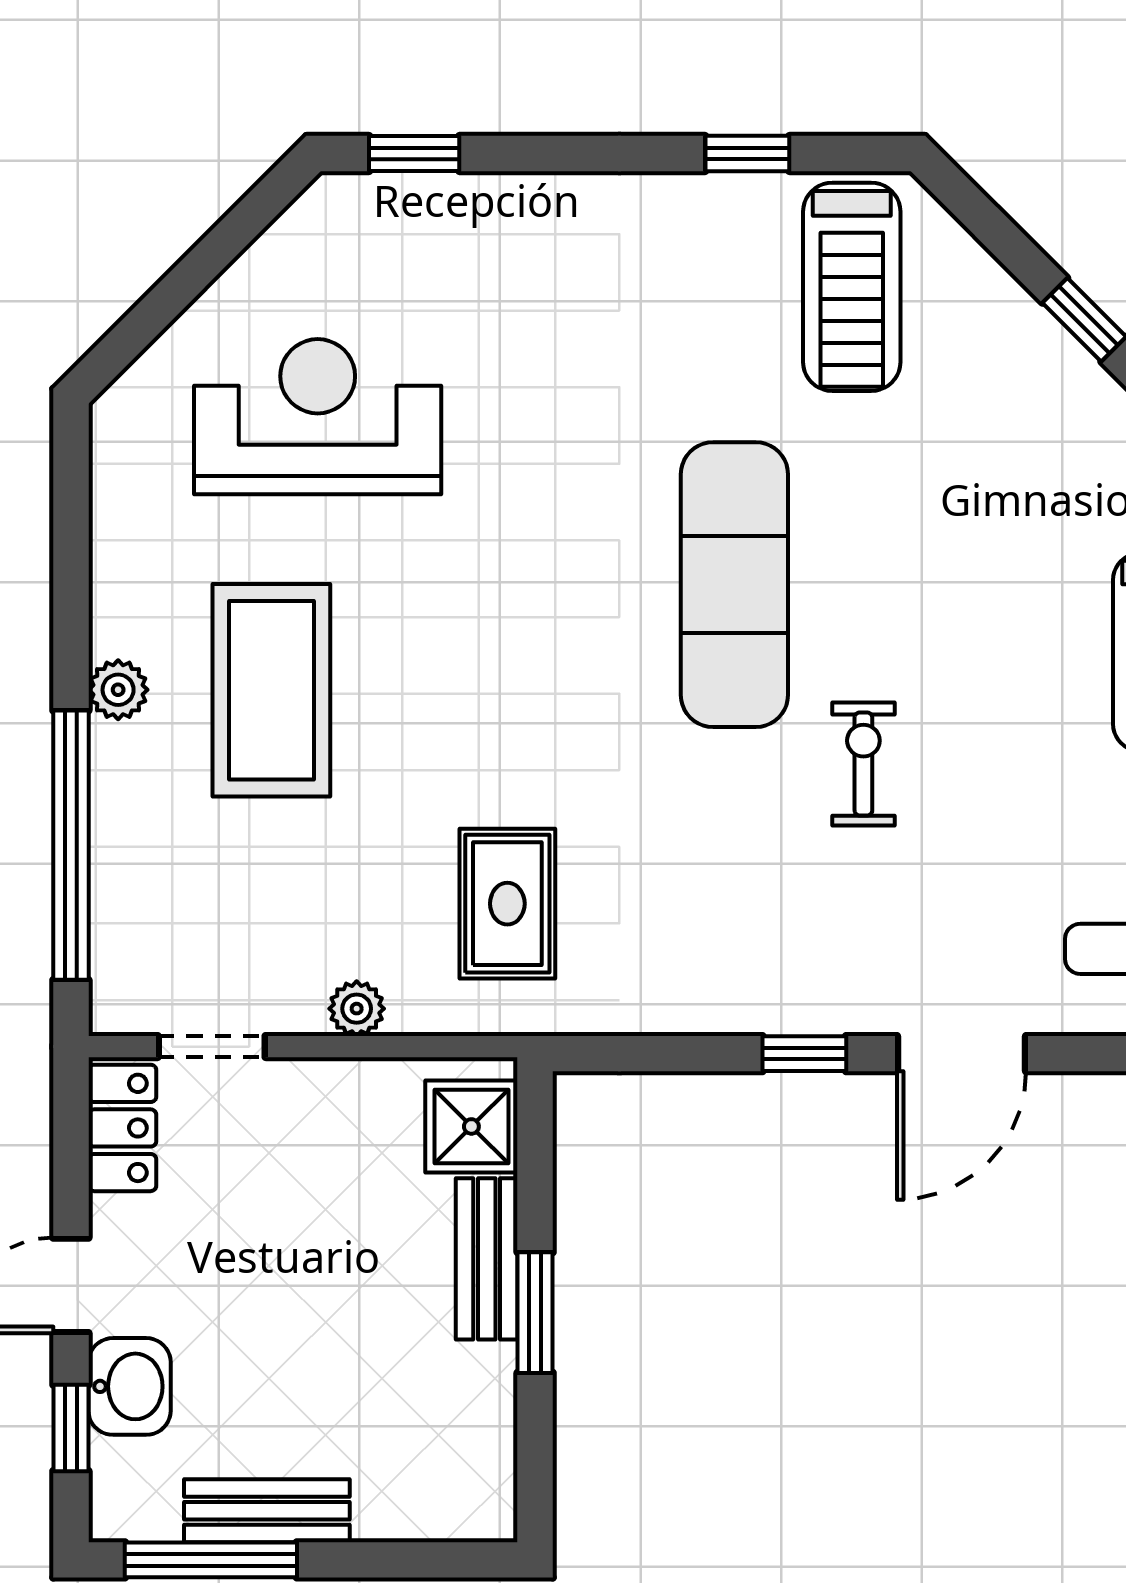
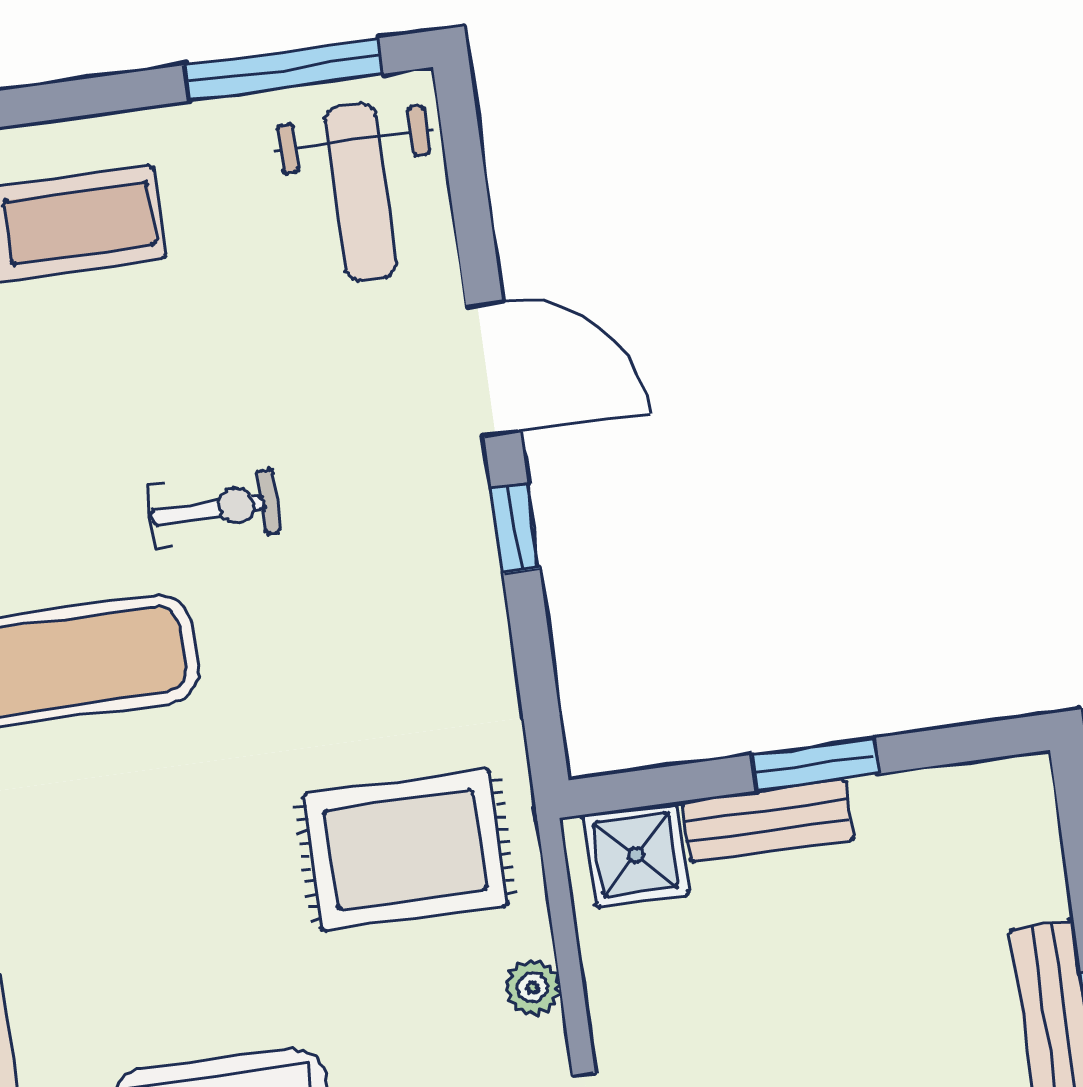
exercise bike: (863, 764) -> (214, 509), turned 180
rug: (507, 904) -> (405, 850), width x1.36, depth x1.43

